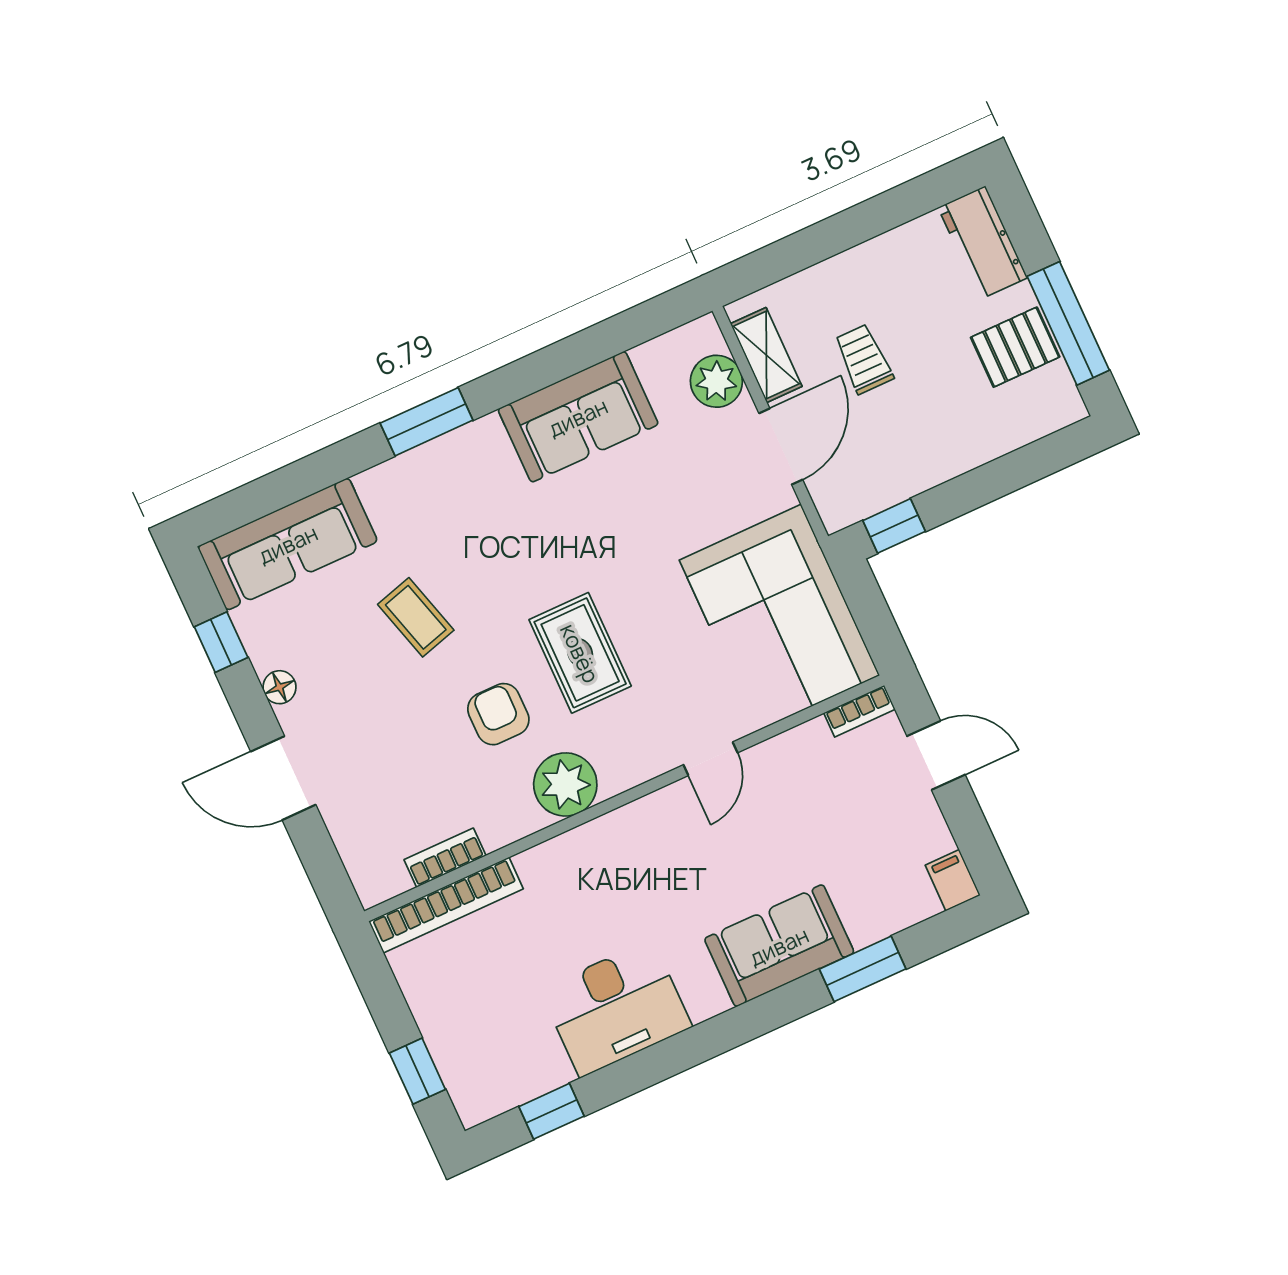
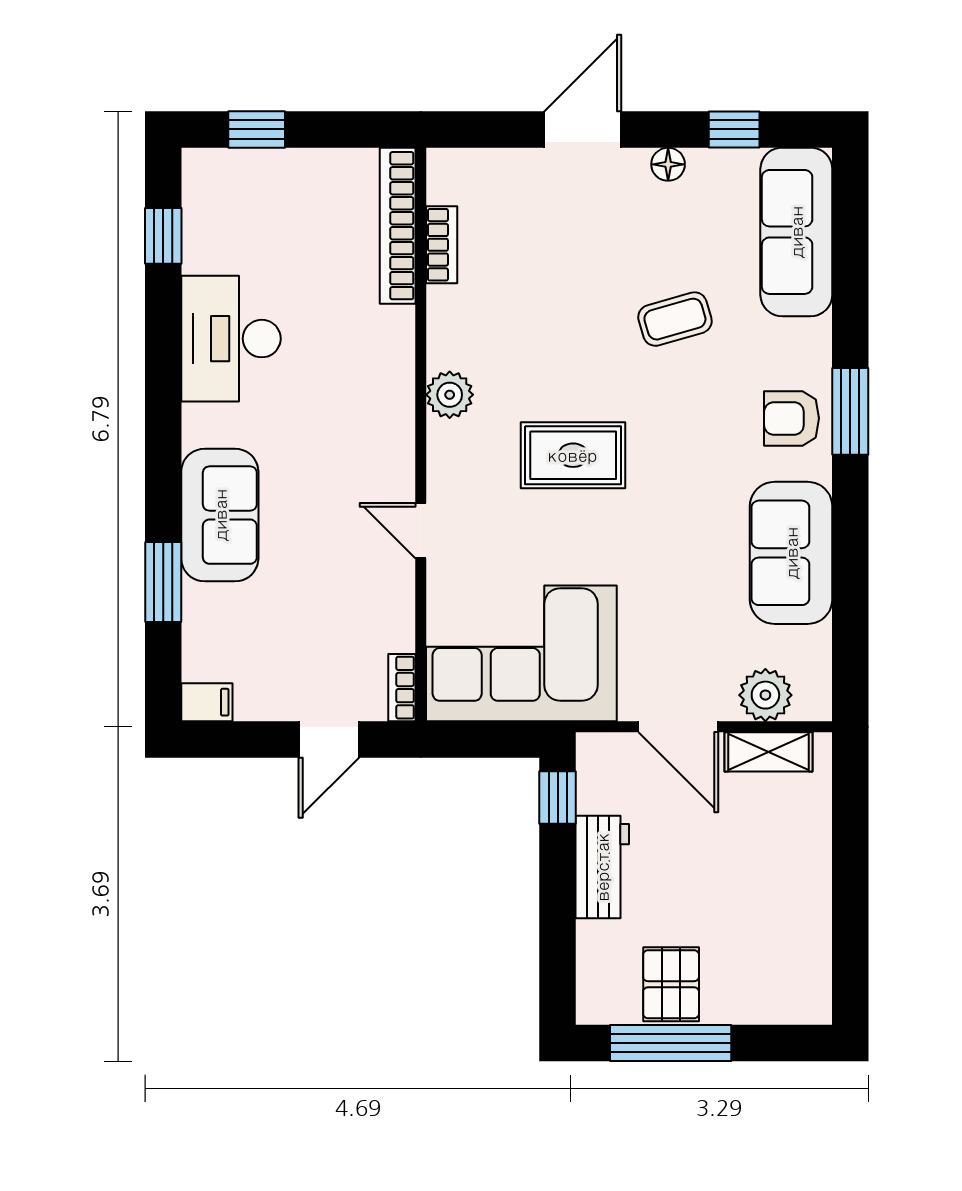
workbench: (983, 243) -> (602, 867), moved, turned 90
trolley: (864, 359) -> (724, 840), removed
armchair: (498, 714) -> (792, 418), moved, turned 180
plant: (565, 784) -> (450, 395), width x0.73, depth x0.73

